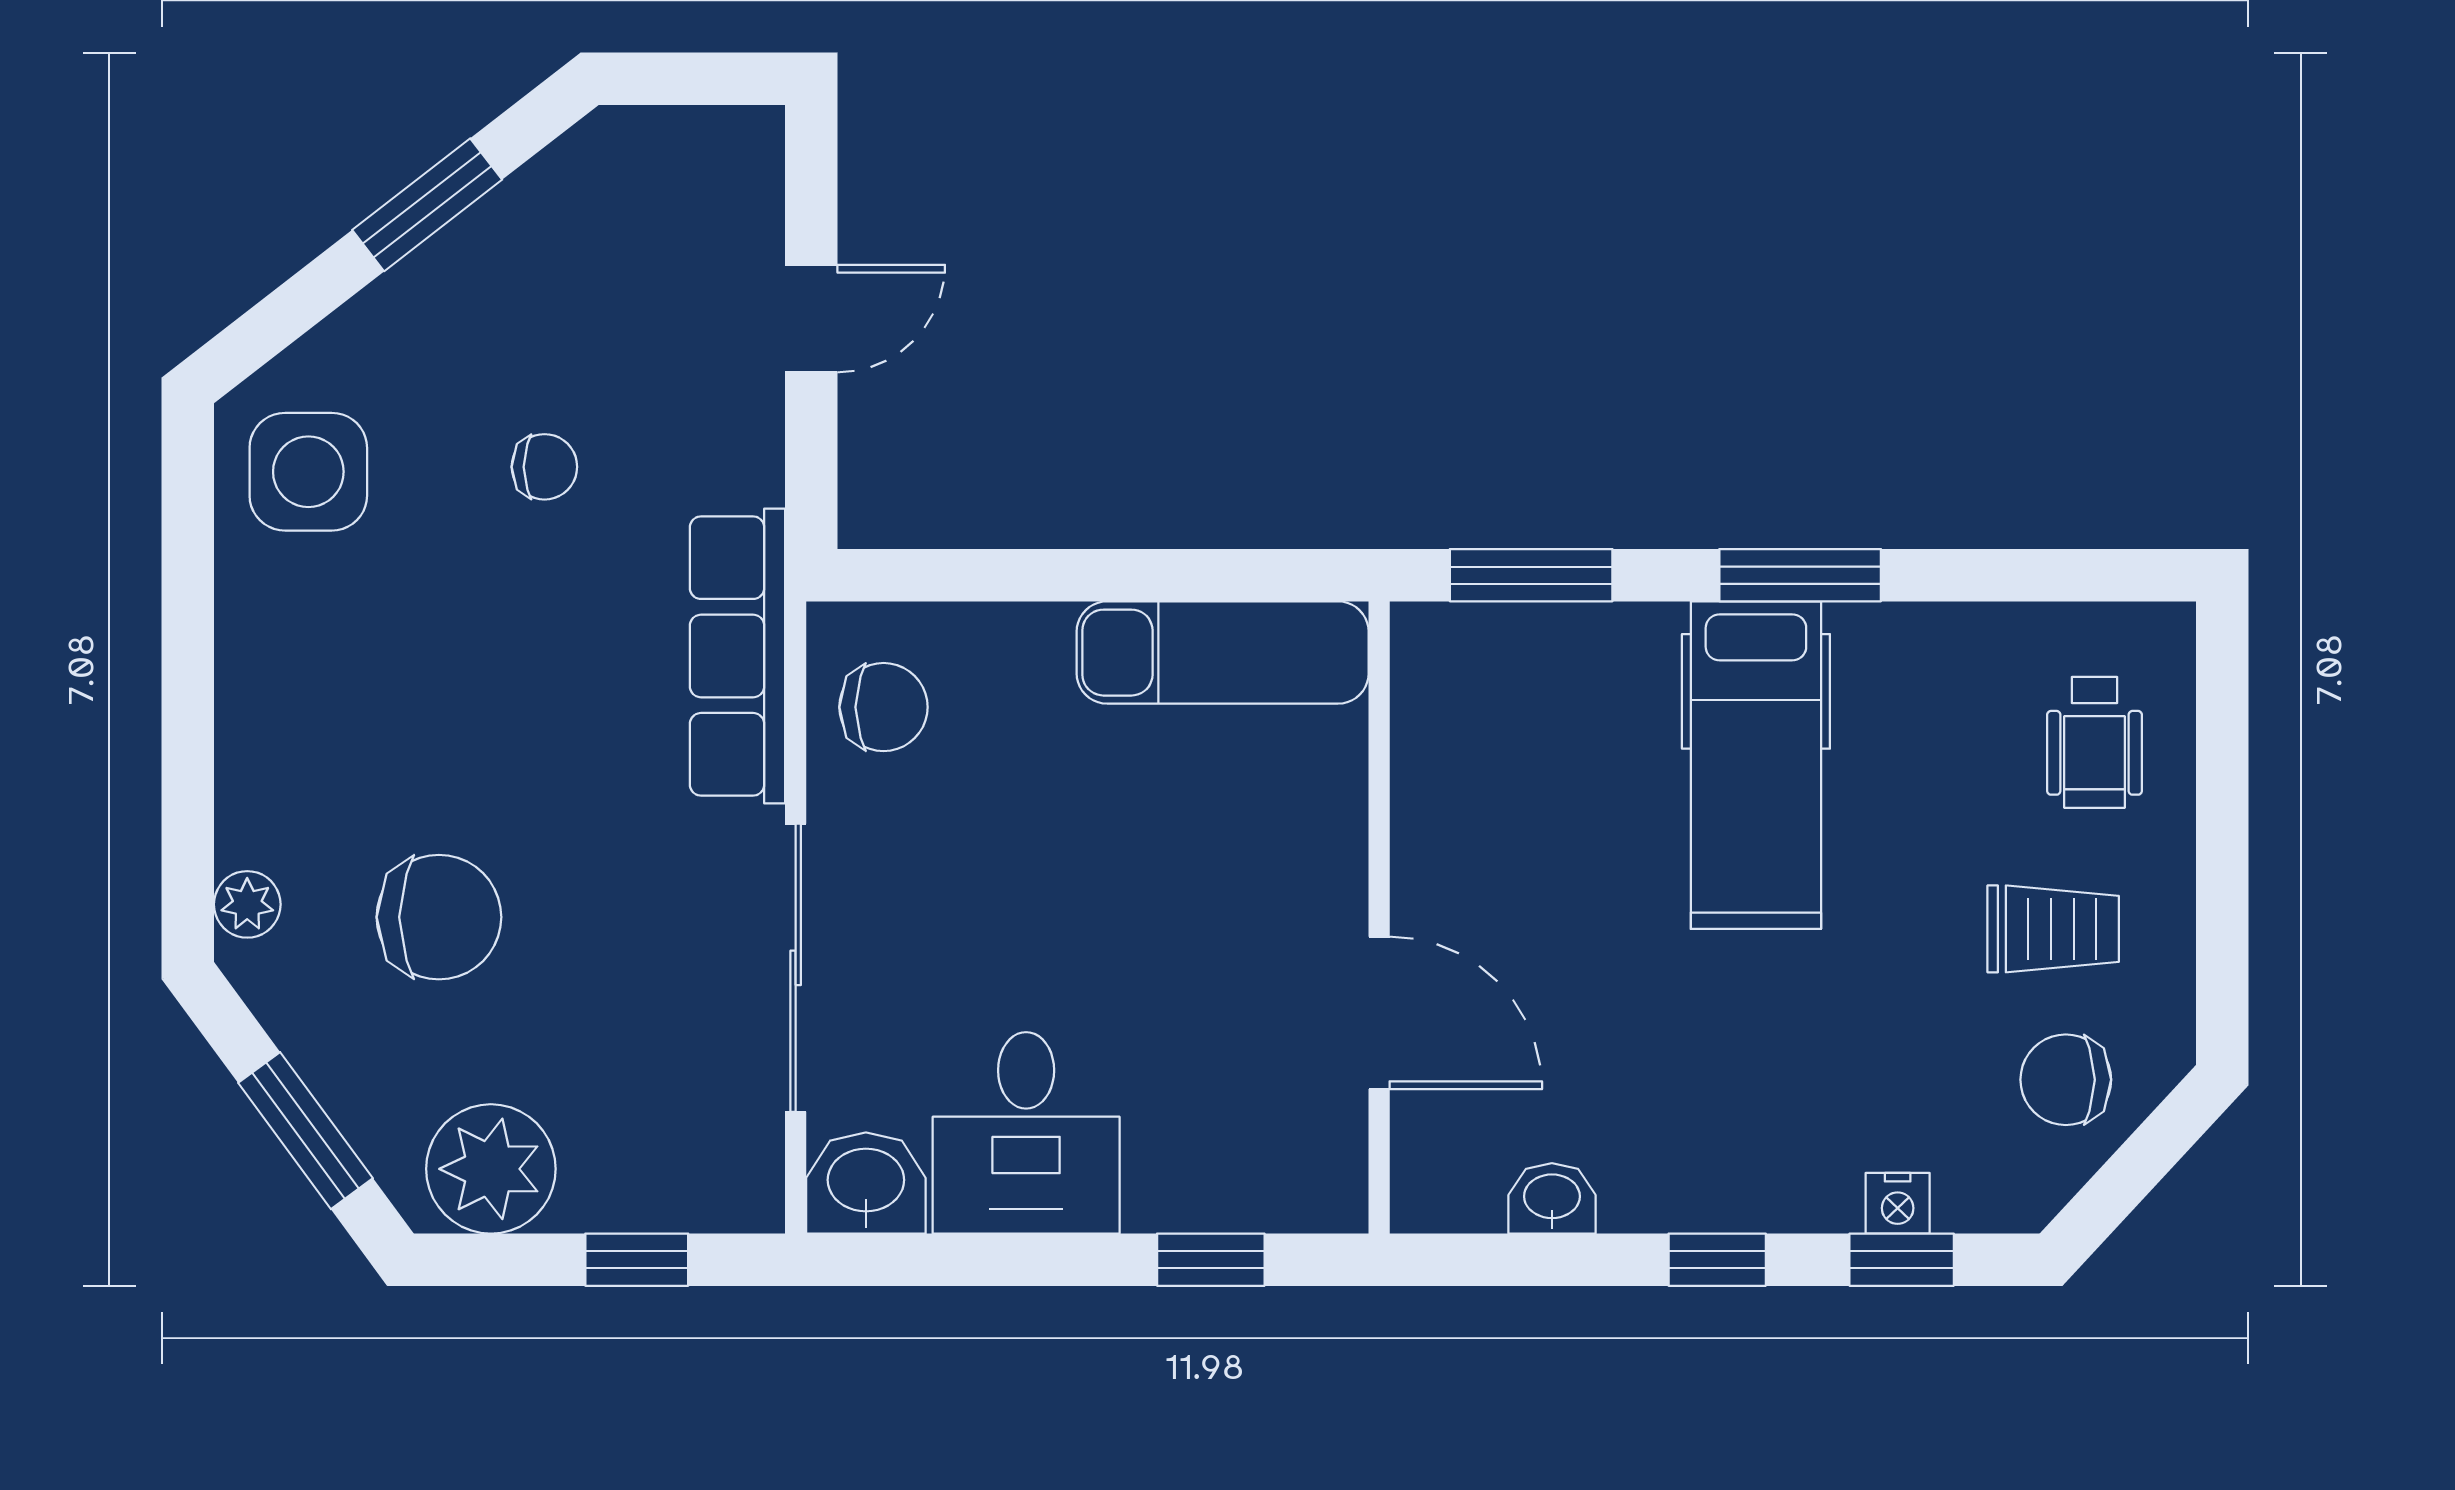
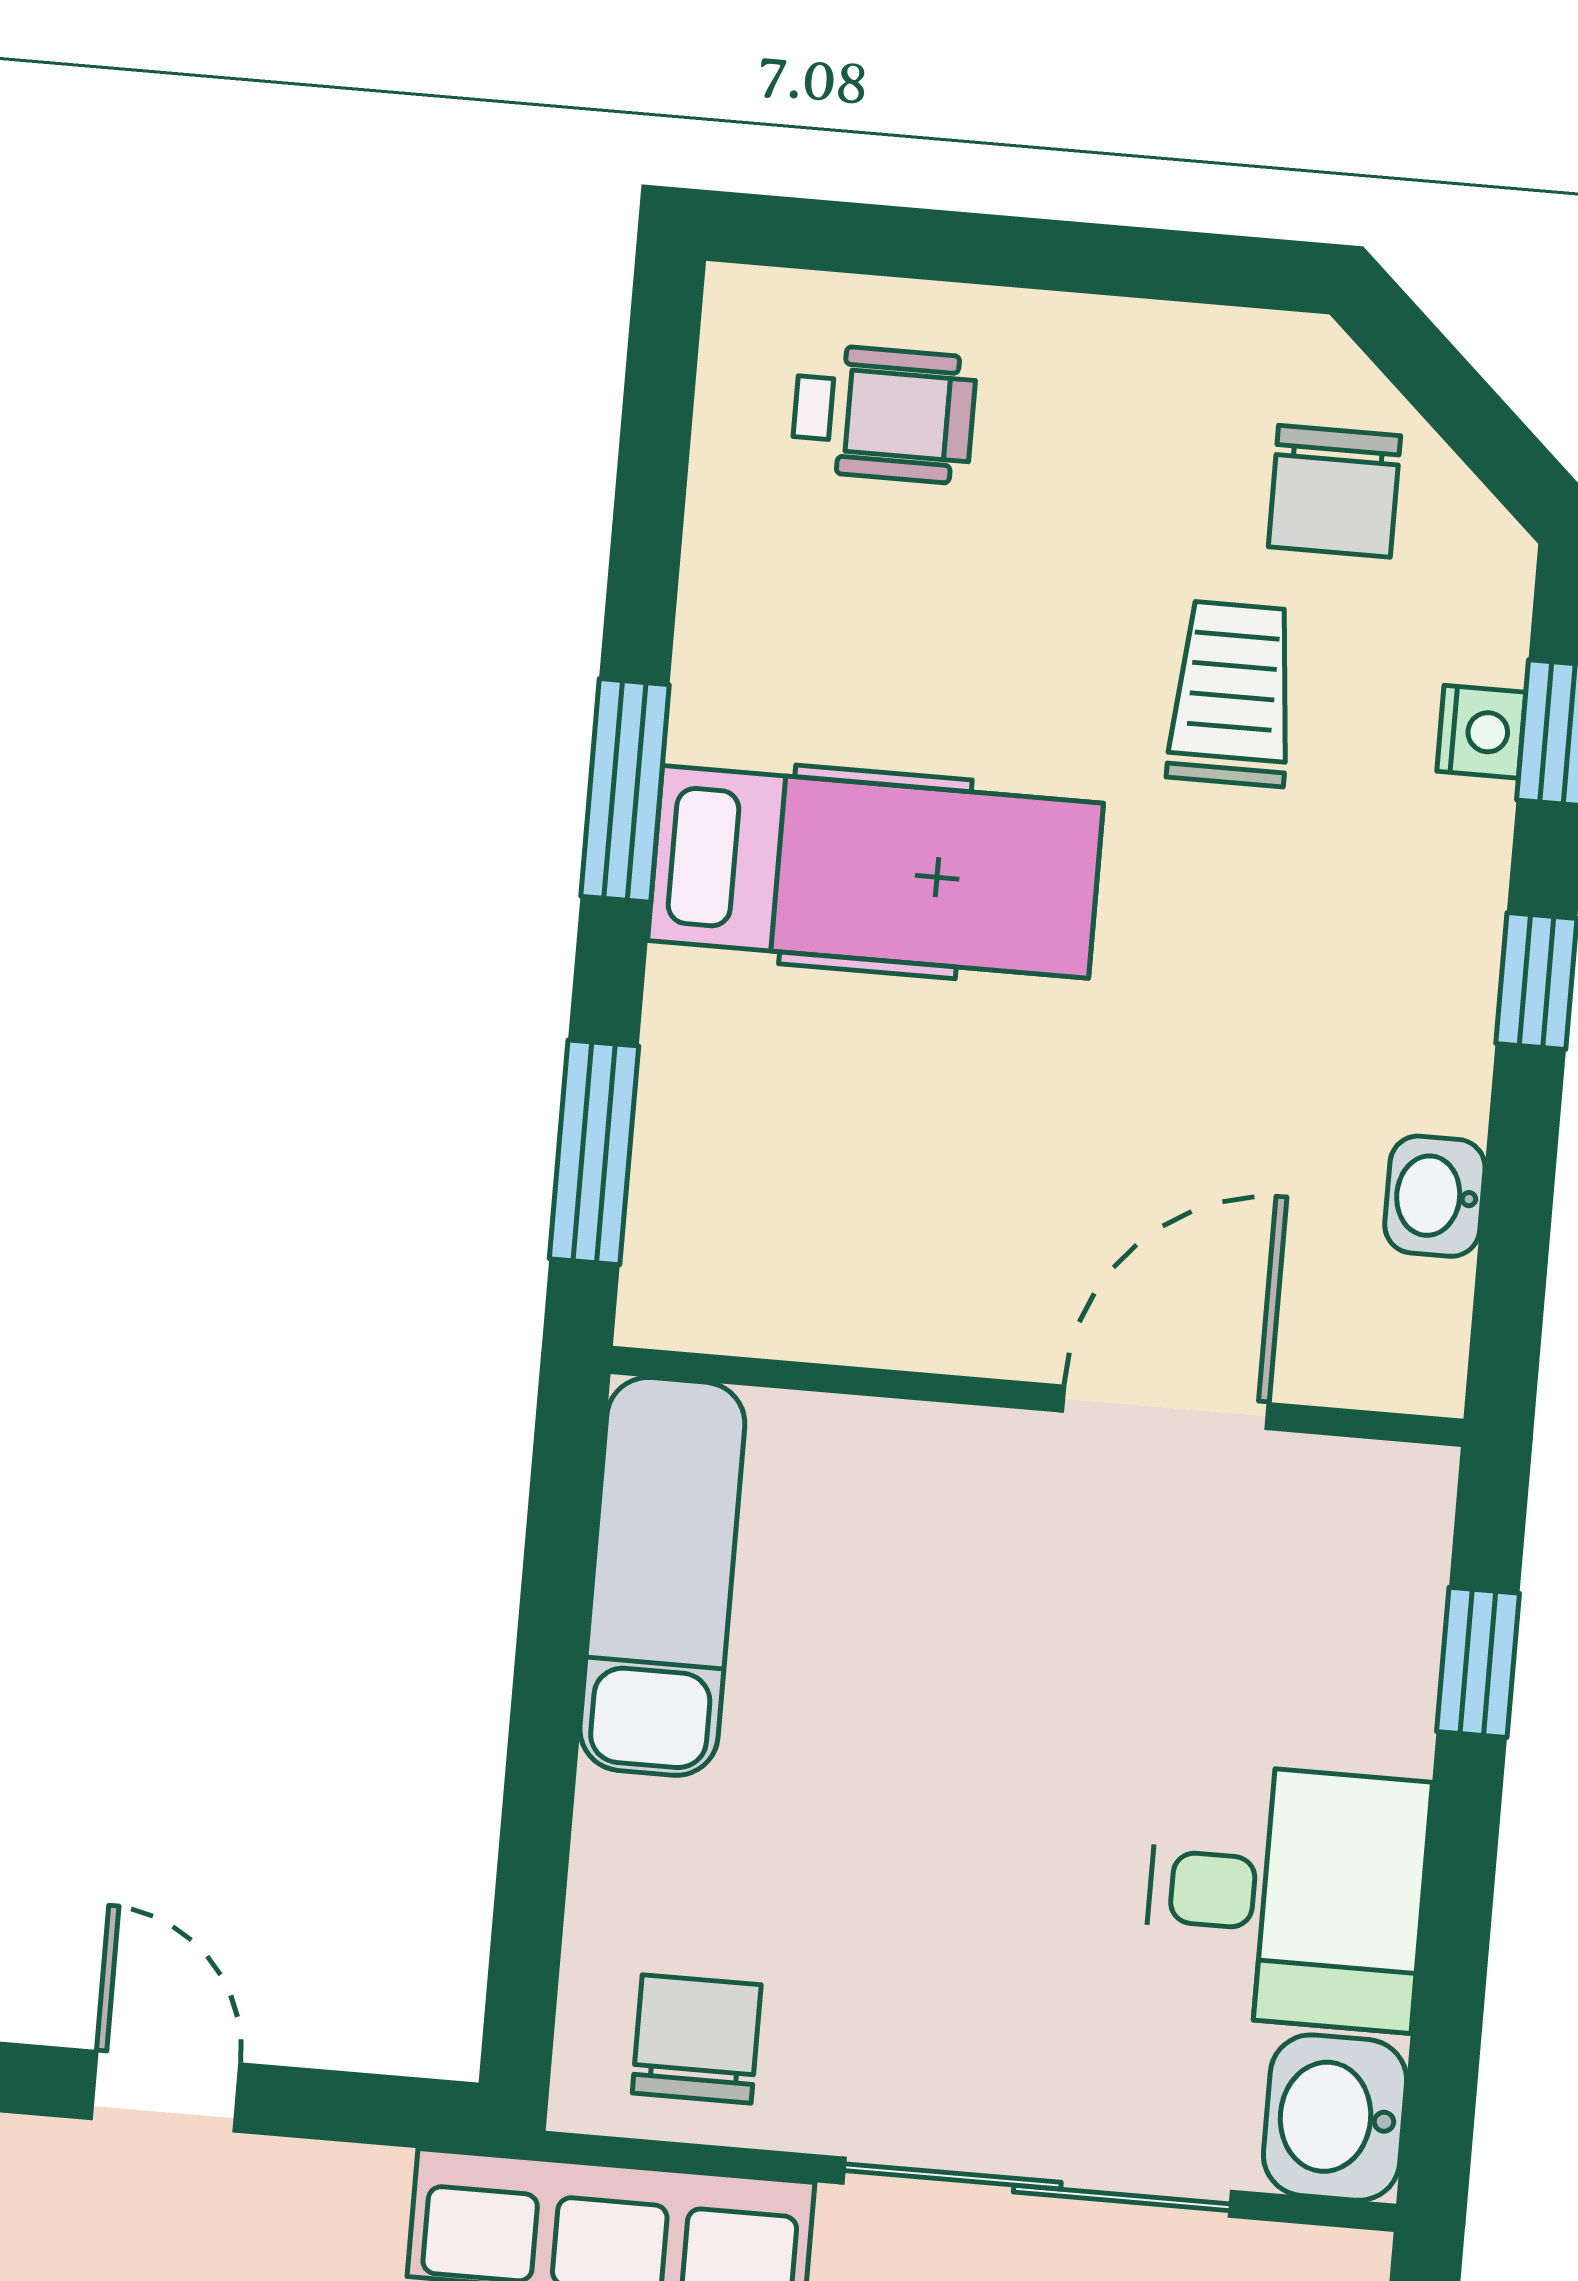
trolley: (2053, 929) -> (1232, 694), moved

